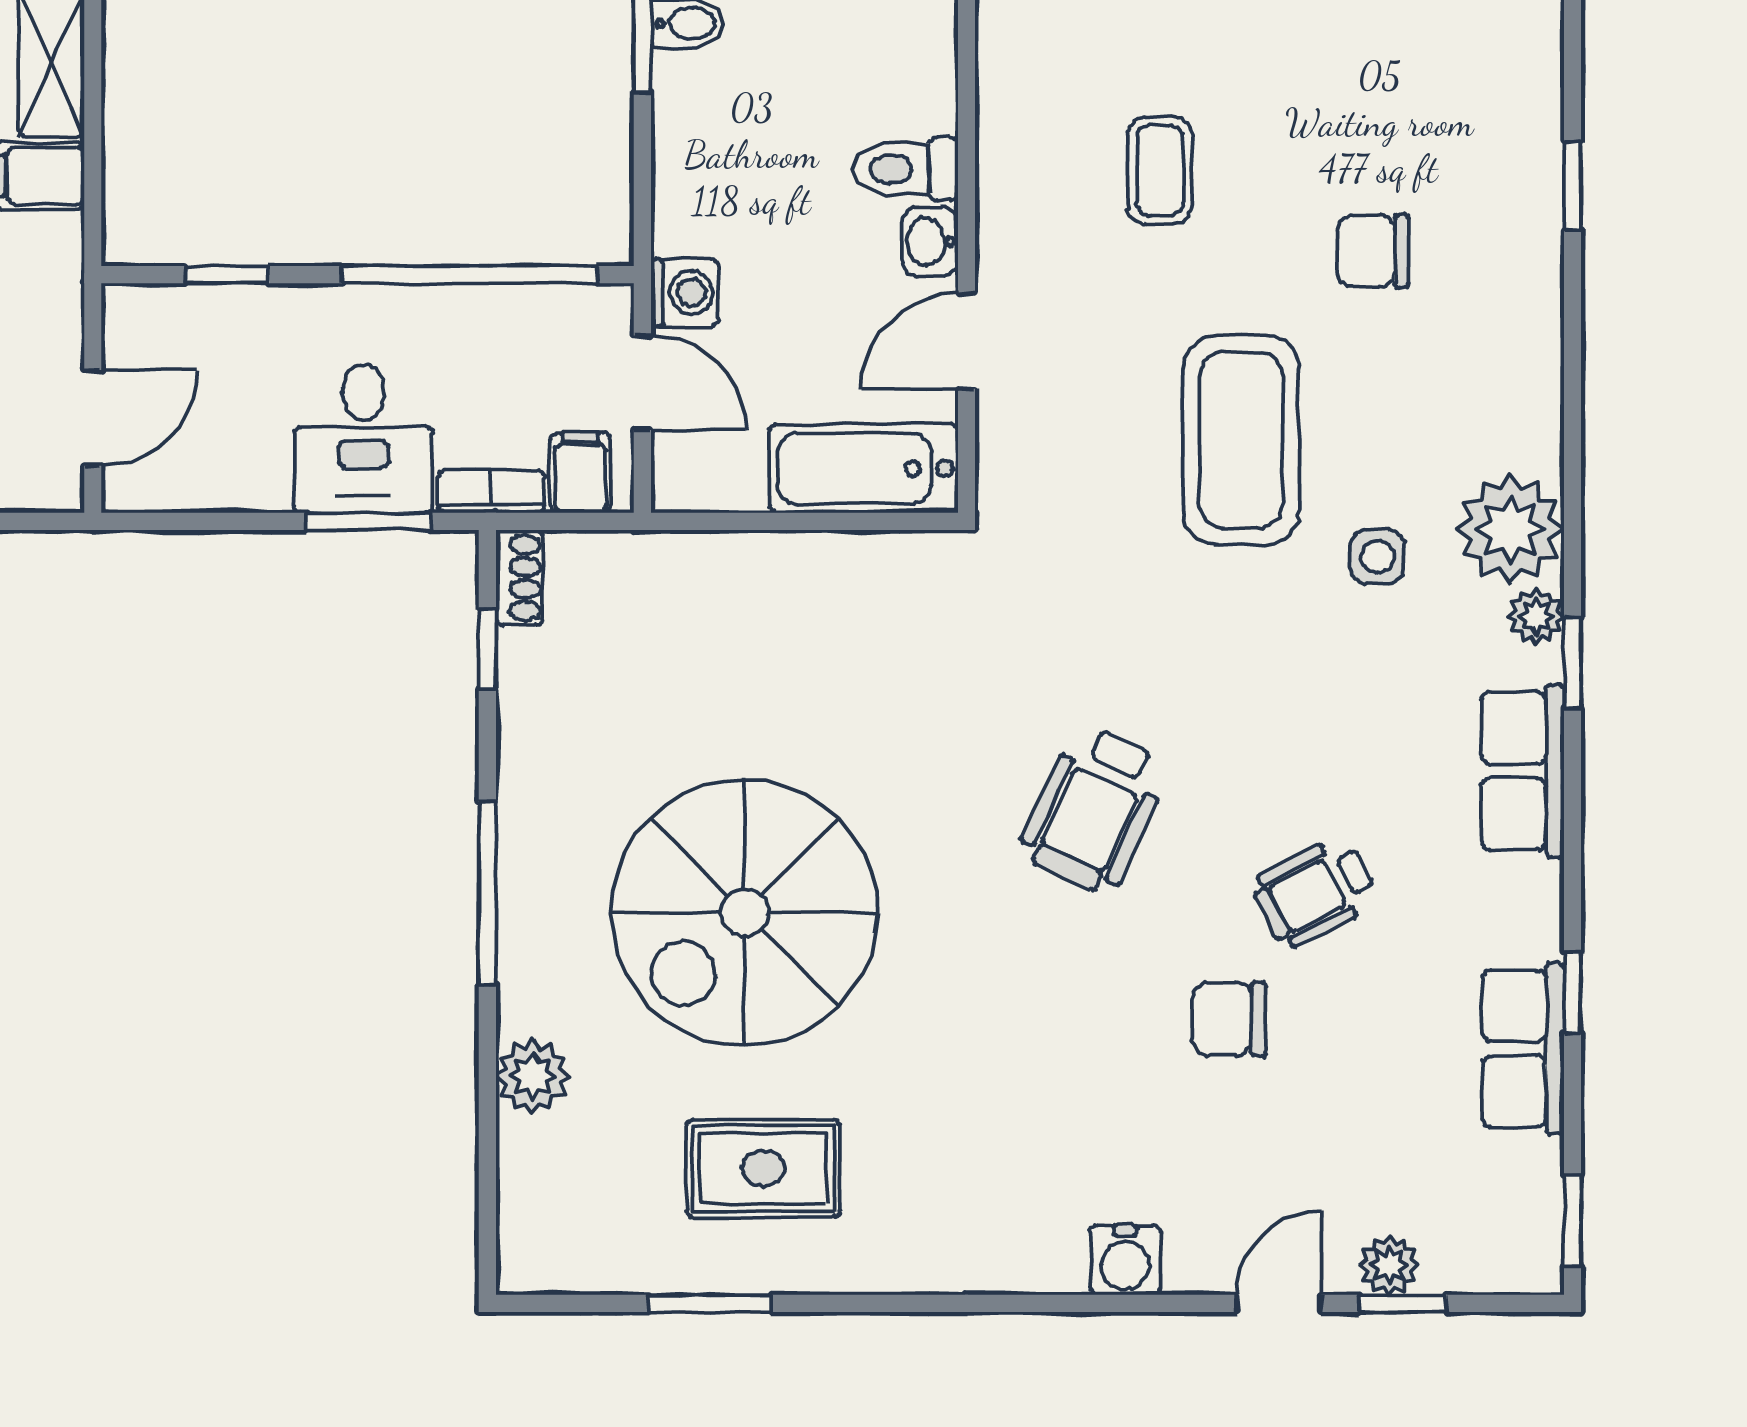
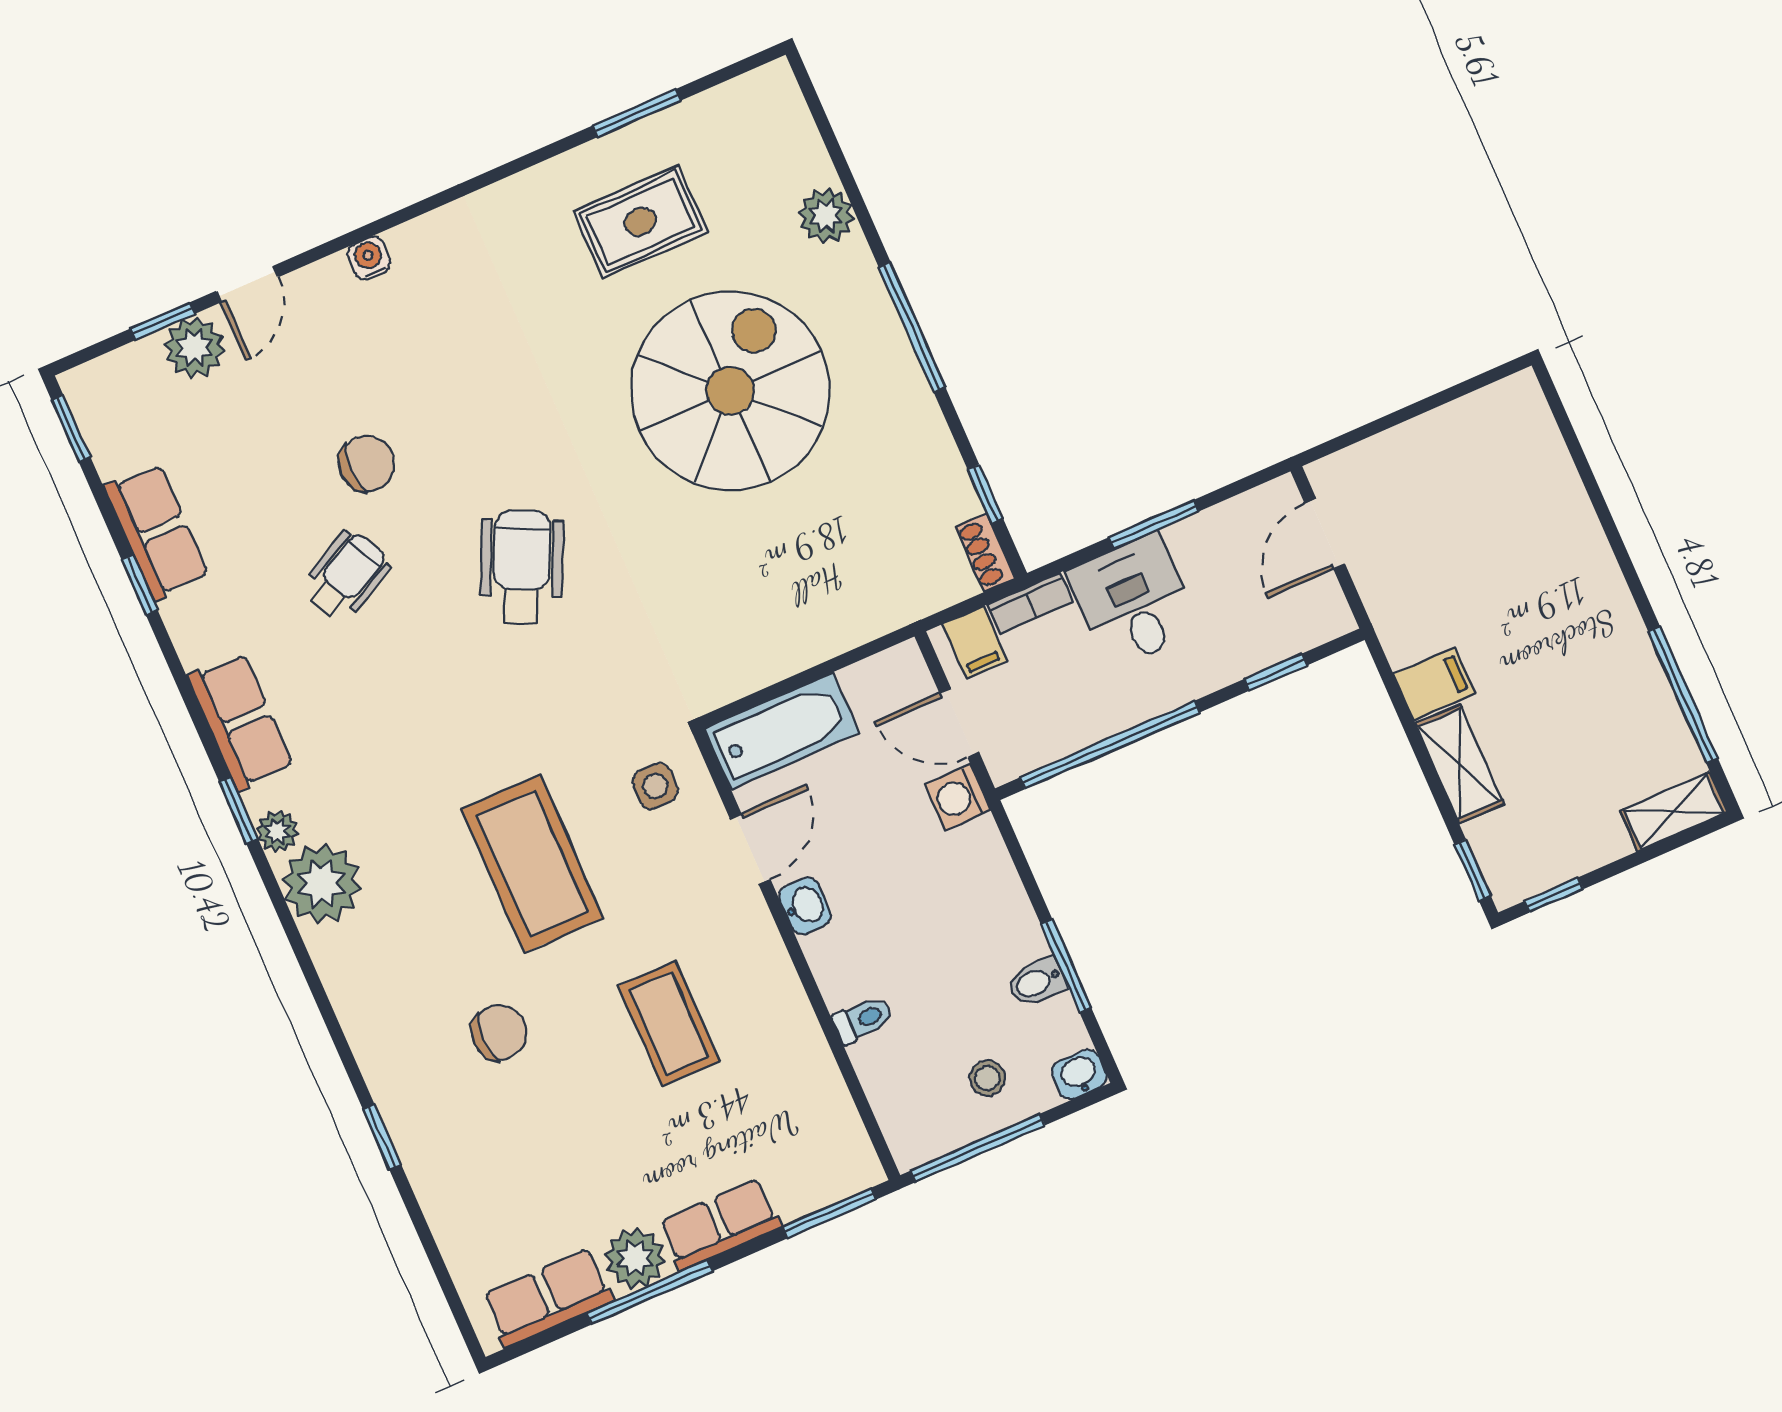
toilet: (906, 169) -> (863, 1020), moved, width x0.73, depth x0.72
coffee table: (1160, 170) -> (669, 1024), width x1.36, depth x1.30
window: (368, 521) -> (1154, 524), moved
side table: (1378, 557) -> (655, 786), moved
water cooler: (1125, 1260) -> (369, 258), width x0.72, depth x0.72
plant: (1389, 1265) -> (194, 348), width x1.38, depth x1.38

